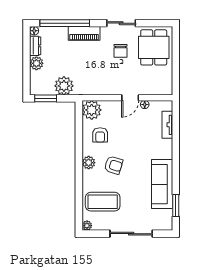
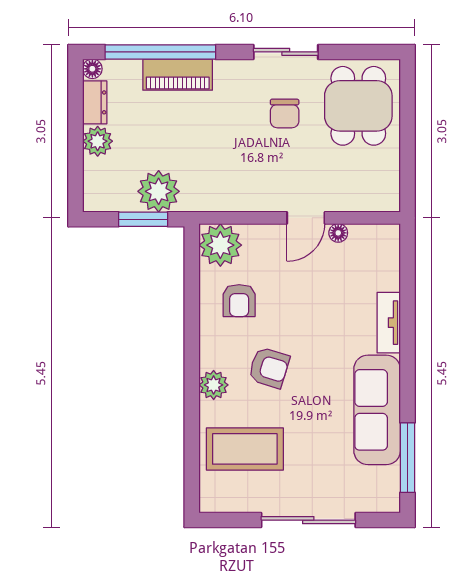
piano: (84, 33) -> (178, 75), moved
window: (46, 98) -> (143, 219), moved
tv unit: (167, 125) -> (389, 323), moved
plant: (89, 163) -> (214, 385), moved
window: (176, 206) -> (407, 458), width x1.44
plant: (87, 226) -> (210, 502), removed

